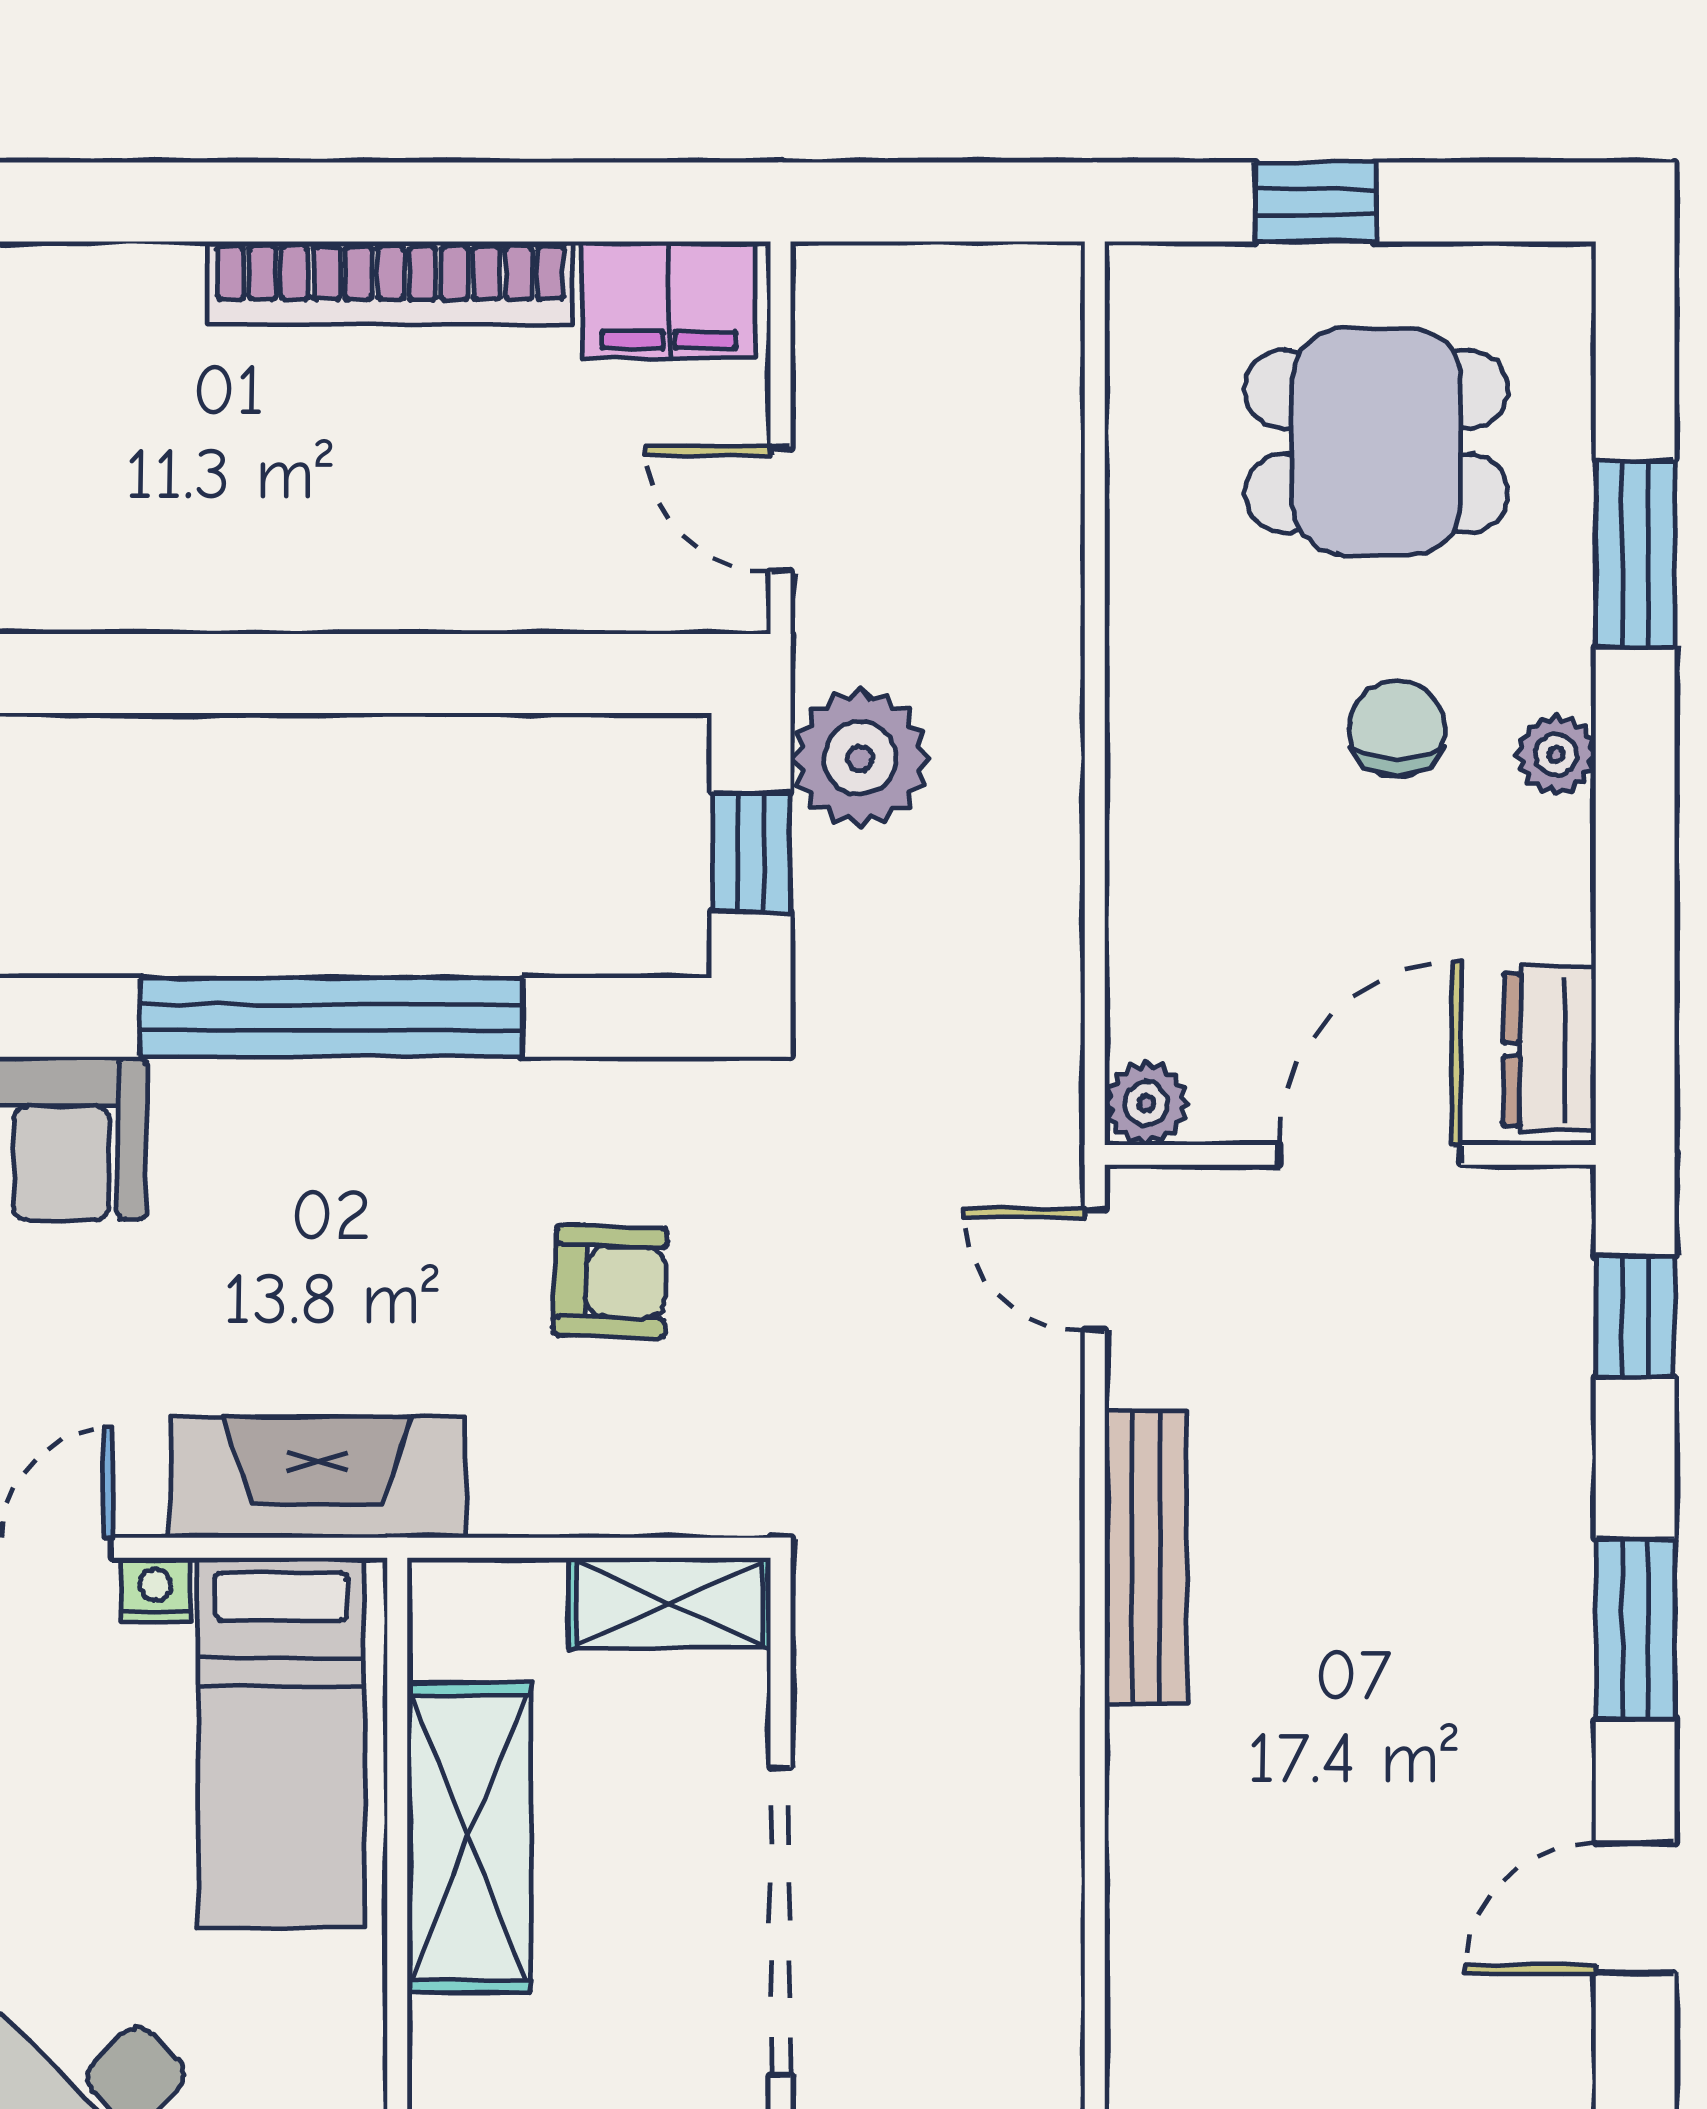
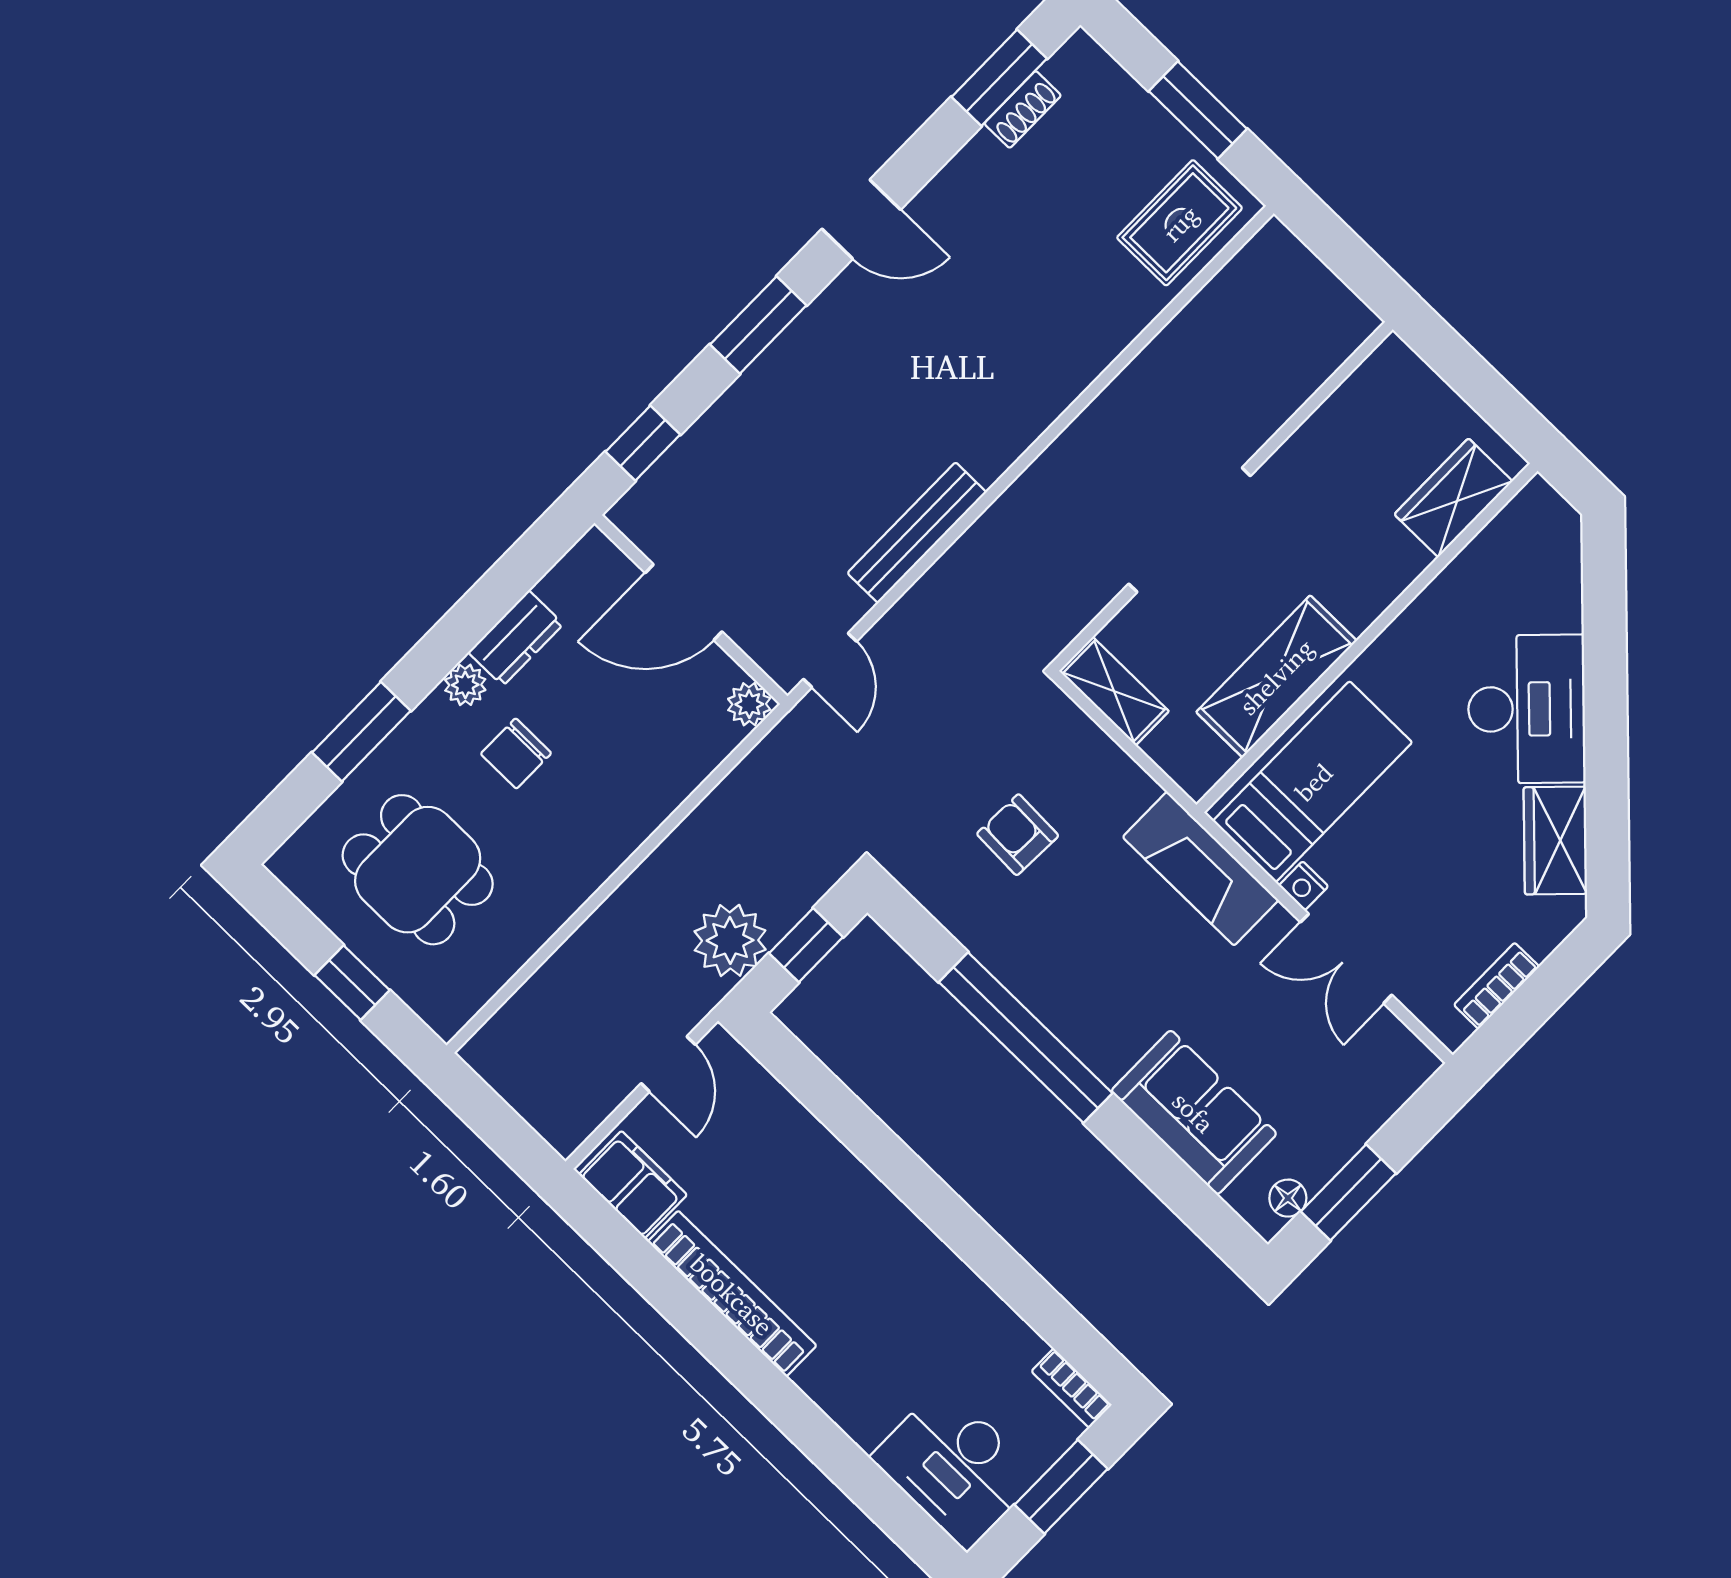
dresser: (1549, 1049) -> (516, 638), moved

